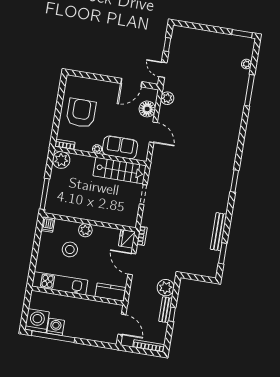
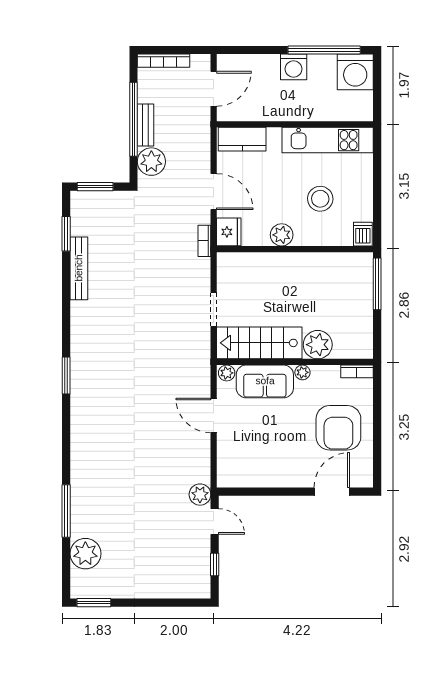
plant: (246, 64) -> (85, 554), width x1.87, depth x1.87
door: (131, 83) -> (332, 492), moved
plant: (167, 98) -> (200, 495), moved
floor lamp: (147, 109) -> (230, 452), removed
plant: (142, 156) -> (227, 373), added
plant: (61, 160) -> (318, 345), moved
window: (235, 181) -> (66, 375), moved
plant: (85, 230) -> (282, 235), moved
window: (201, 278) -> (95, 187), added
window: (172, 314) -> (133, 119), width x3.17
door: (122, 324) -> (214, 89), swing flipped
washing machine: (56, 327) -> (294, 67), moved

